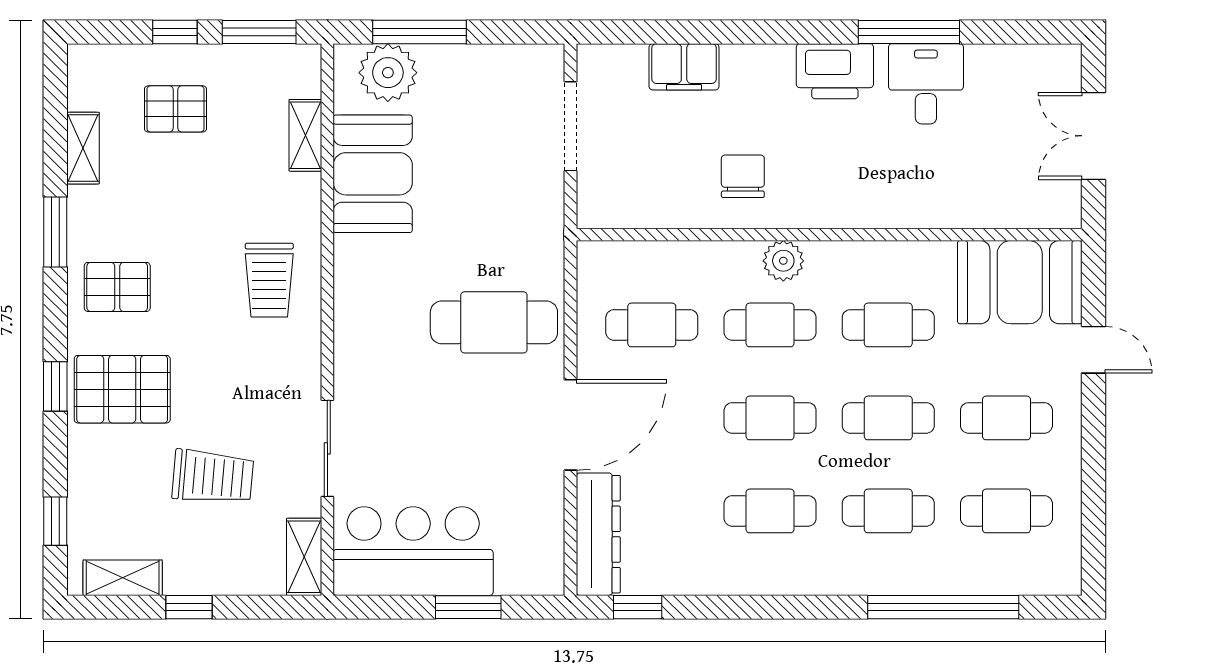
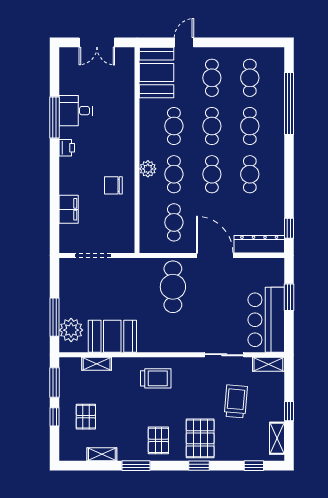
printer: (835, 71) -> (67, 148), width x0.53, depth x0.68

